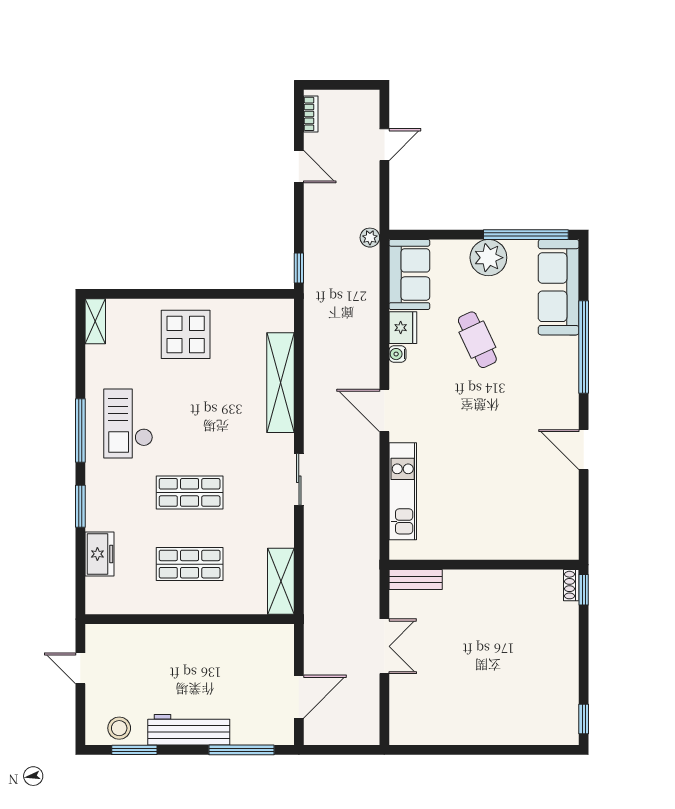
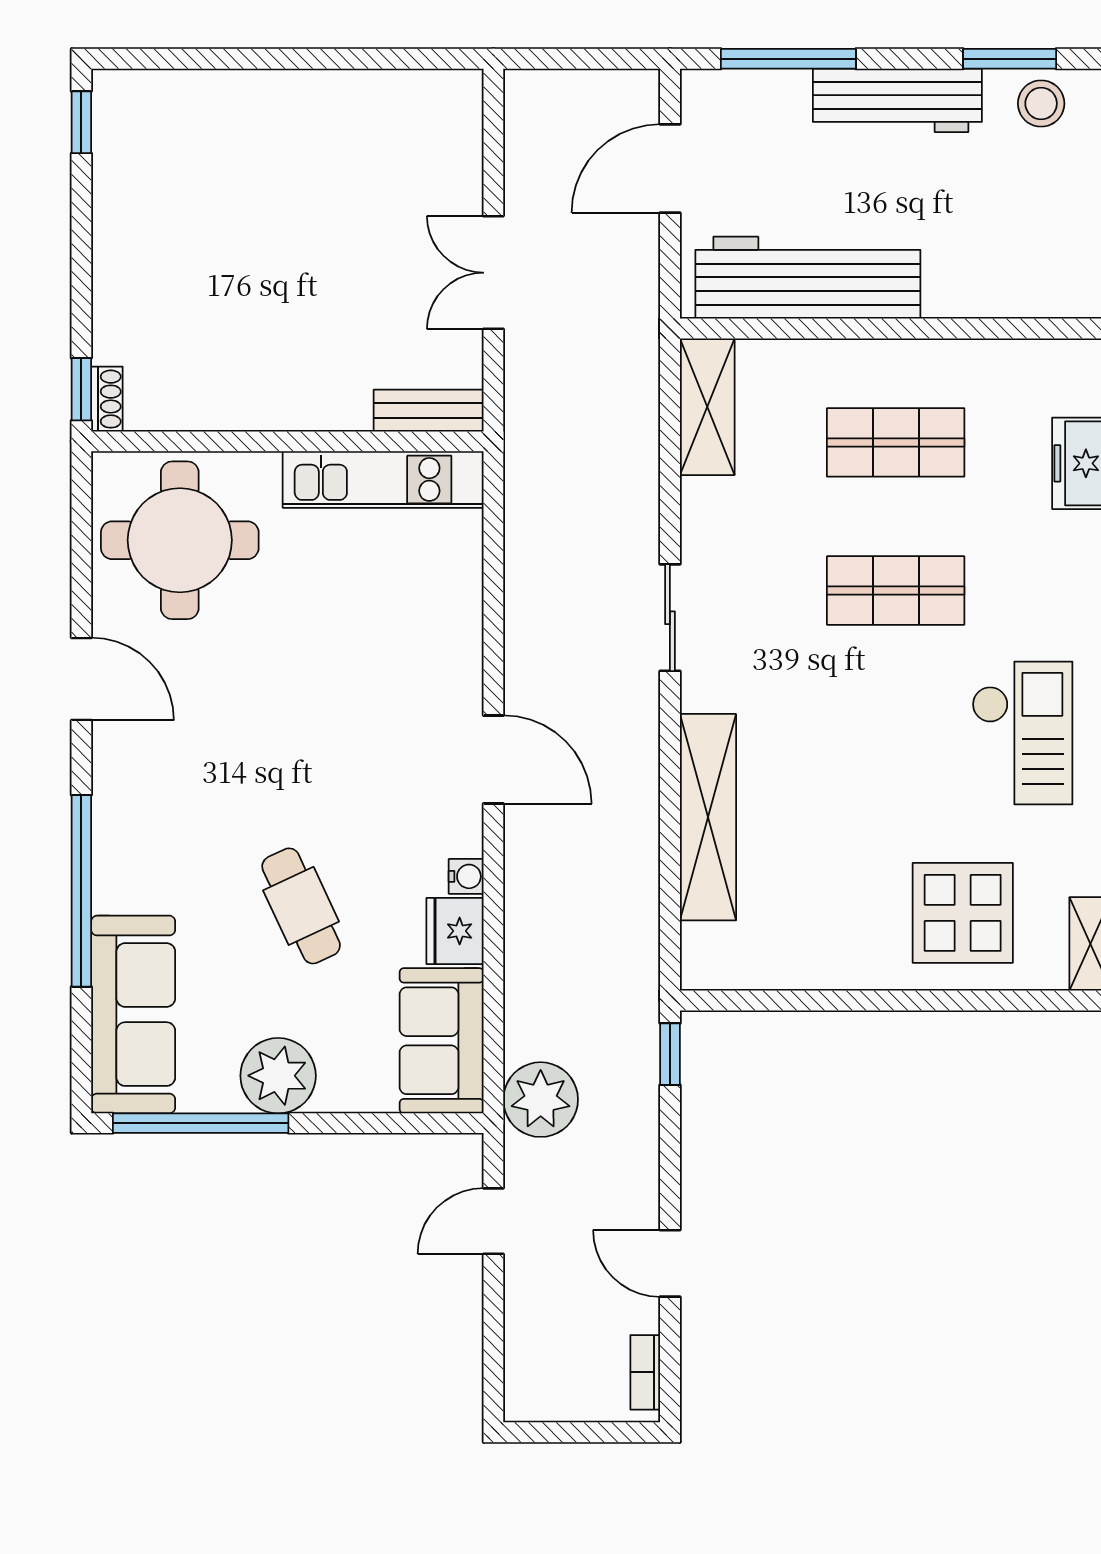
door: (384, 145) -> (493, 1221), moved
plant: (370, 238) -> (541, 1100), width x1.87, depth x1.87
display table: (186, 334) -> (963, 913), moved
kitchen unit: (403, 491) -> (383, 479), moved, turned -90
round table: (536, 517) -> (180, 540), added
workbench: (232, 644) -> (808, 278), added

